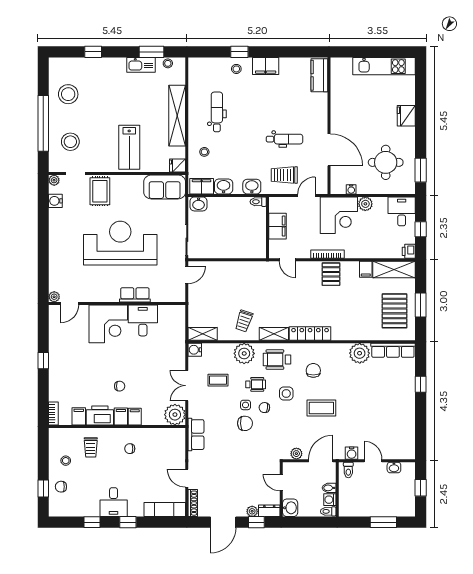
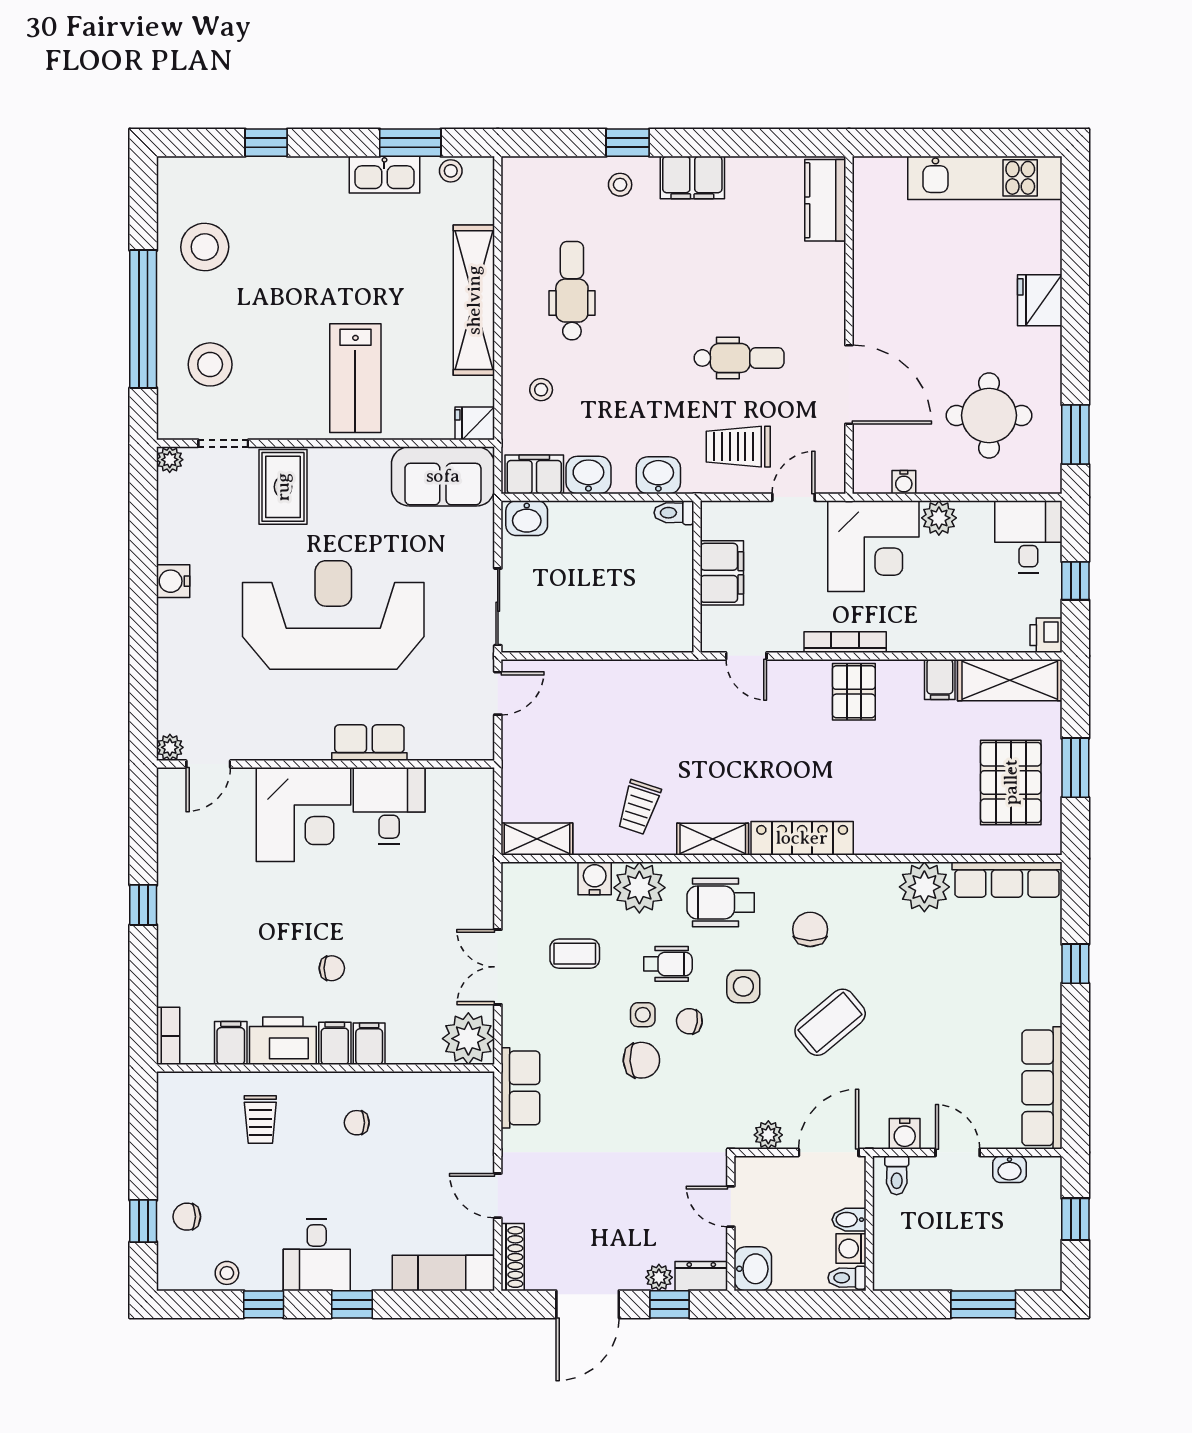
water cooler: (55, 201) -> (173, 581), moved
water cooler: (195, 350) -> (595, 878), moved, turned 90
coffee table: (321, 408) -> (830, 1022), turned -40
row of seats: (407, 435) -> (1042, 1088), added
stool: (66, 461) -> (227, 1273), moved

